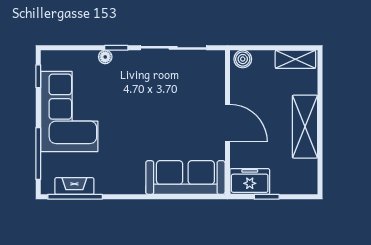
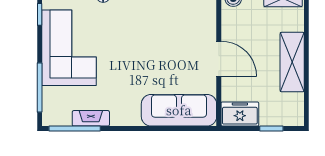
fireplace: (74, 186) -> (91, 118), moved
window: (267, 197) -> (271, 128), moved

